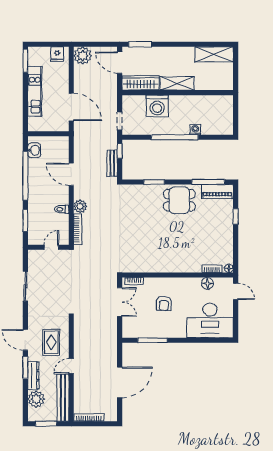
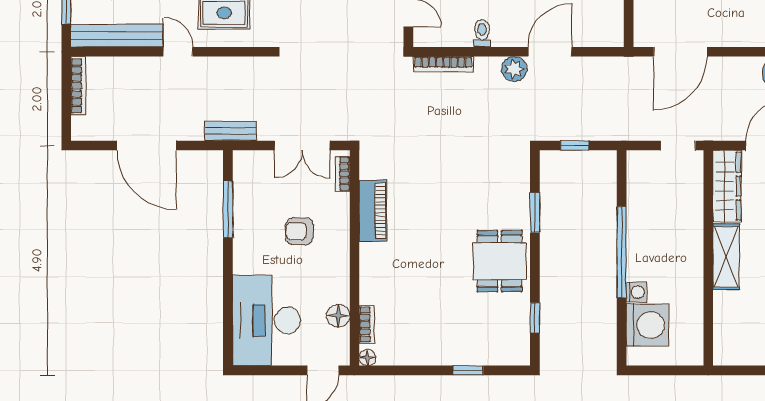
washing machine: (157, 106) -> (647, 325), moved, turned 180
doorway: (120, 121) -> (678, 145), moved
window: (120, 151) -> (575, 145), moved
bench: (112, 163) -> (231, 131), moved
window: (208, 182) -> (535, 318), width x0.46
piano: (217, 192) -> (373, 211), moved, turned 180
plant: (80, 206) -> (514, 69), moved

